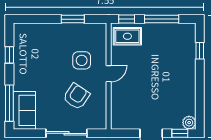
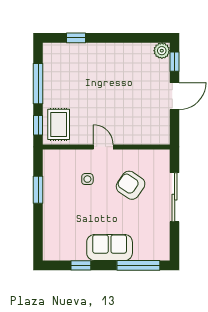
side table: (82, 60) -> (87, 179), width x0.54, depth x0.54
sofa: (24, 110) -> (110, 248), moved

